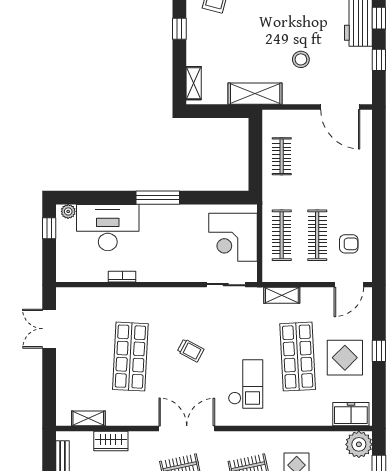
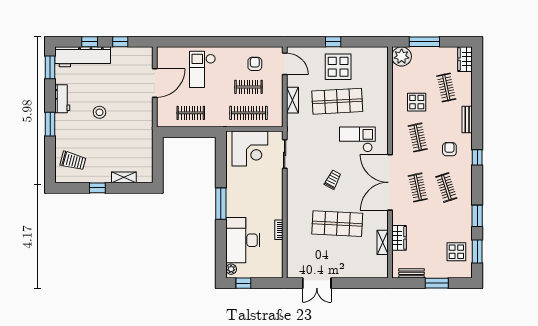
stool: (301, 59) -> (100, 112), moved
shelving: (194, 83) -> (124, 177), moved
shelving: (255, 94) -> (145, 132), removed
door: (340, 107) -> (155, 83), moved
checkout: (341, 172) -> (202, 69), added
clothes rail: (317, 235) -> (249, 87), width x0.73
shelving: (282, 295) -> (292, 100), moved
freezer: (351, 414) -> (379, 62), removed
shelving: (88, 418) -> (383, 242), moved
double door: (187, 428) -> (390, 182), width x1.36

